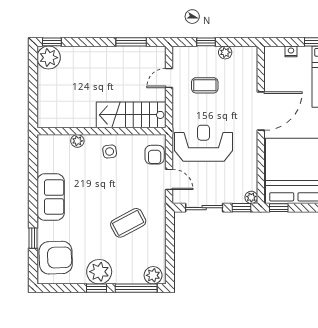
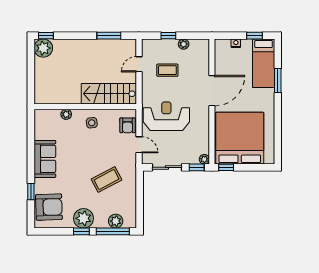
plant: (153, 275) -> (116, 221), moved

